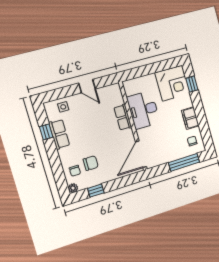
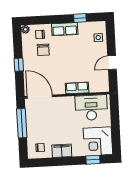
desk: (143, 110) -> (91, 108), moved
row of seats: (59, 134) -> (65, 29), moved
window: (184, 162) -> (22, 123), moved
window: (96, 191) -> (19, 65), moved

